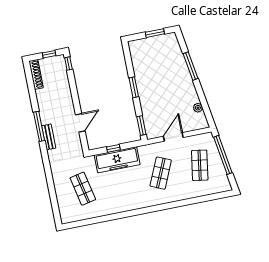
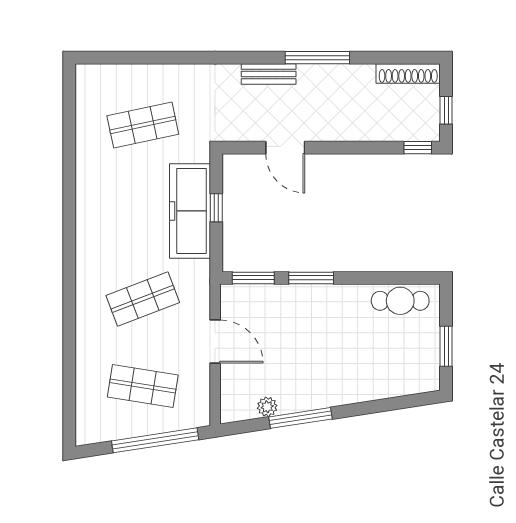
cafe table: (139, 58) -> (400, 301), added
window: (190, 66) -> (300, 418), moved
window: (134, 87) -> (311, 278), moved
window: (39, 126) -> (317, 58), moved
shop shelf: (161, 173) -> (143, 299), turned -45

